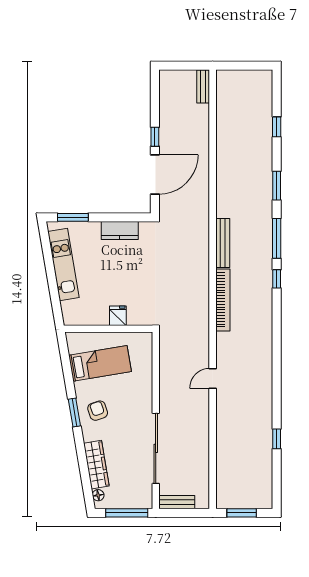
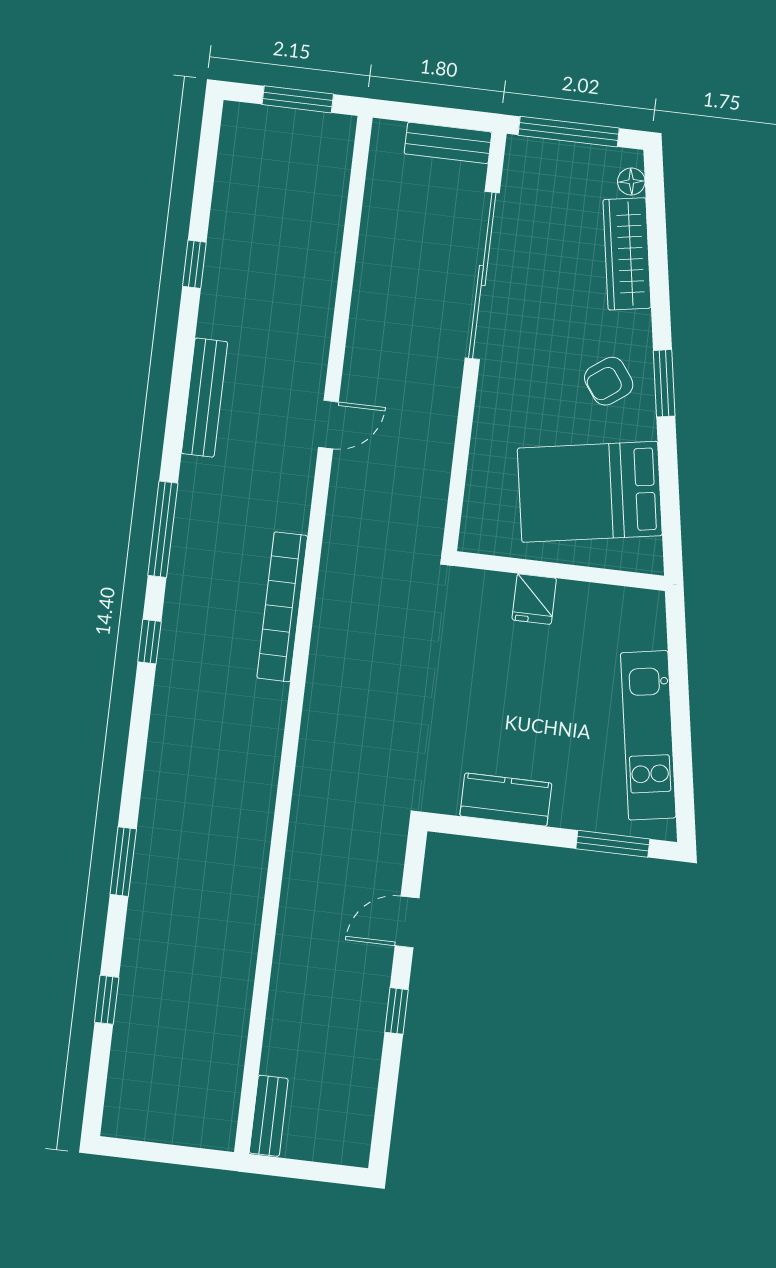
door: (155, 174) -> (407, 922), width x0.53
window: (277, 238) -> (163, 529), moved
bench: (223, 243) -> (204, 398), moved
bed: (100, 363) -> (590, 492), width x1.50
armchair: (98, 411) -> (609, 381), turned 73

